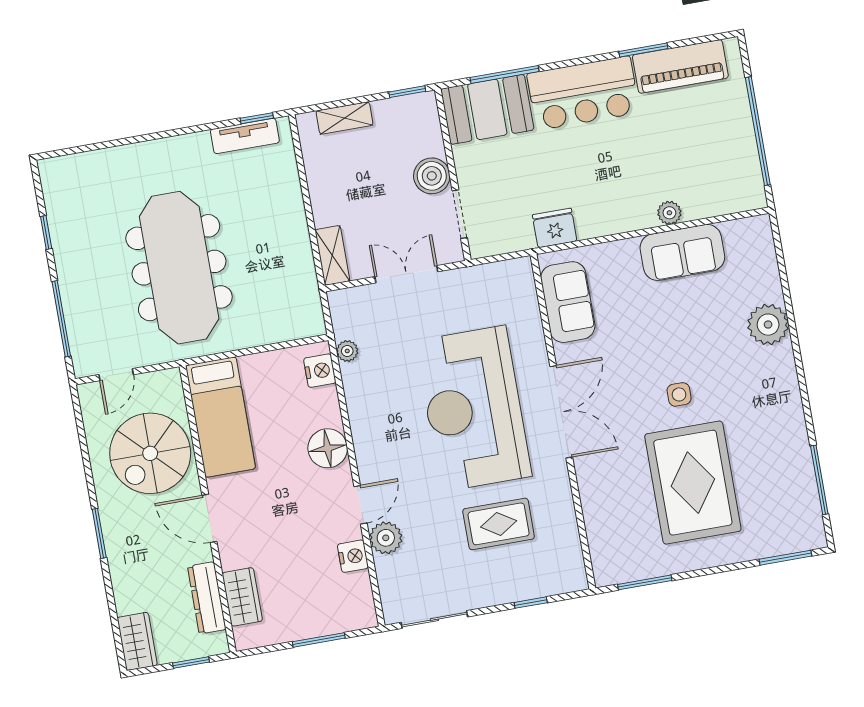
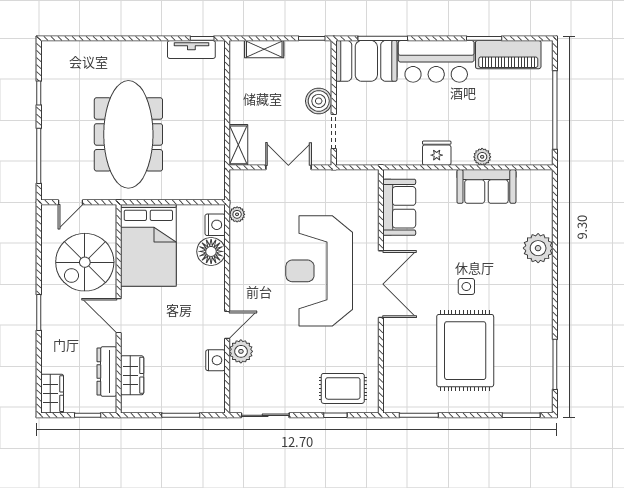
fridge: (555, 228) -> (437, 153), moved
bed: (220, 417) -> (148, 245), width x1.50
floor lamp: (328, 448) -> (211, 251), moved
rug: (499, 524) -> (343, 388), moved

